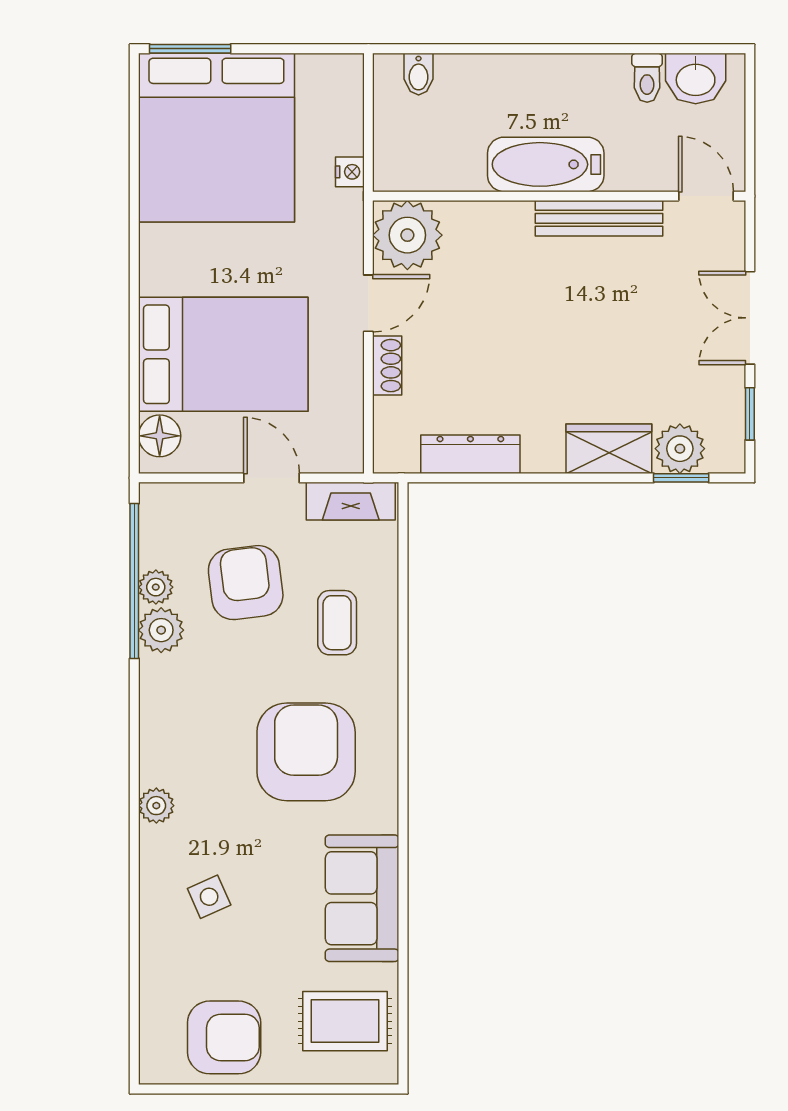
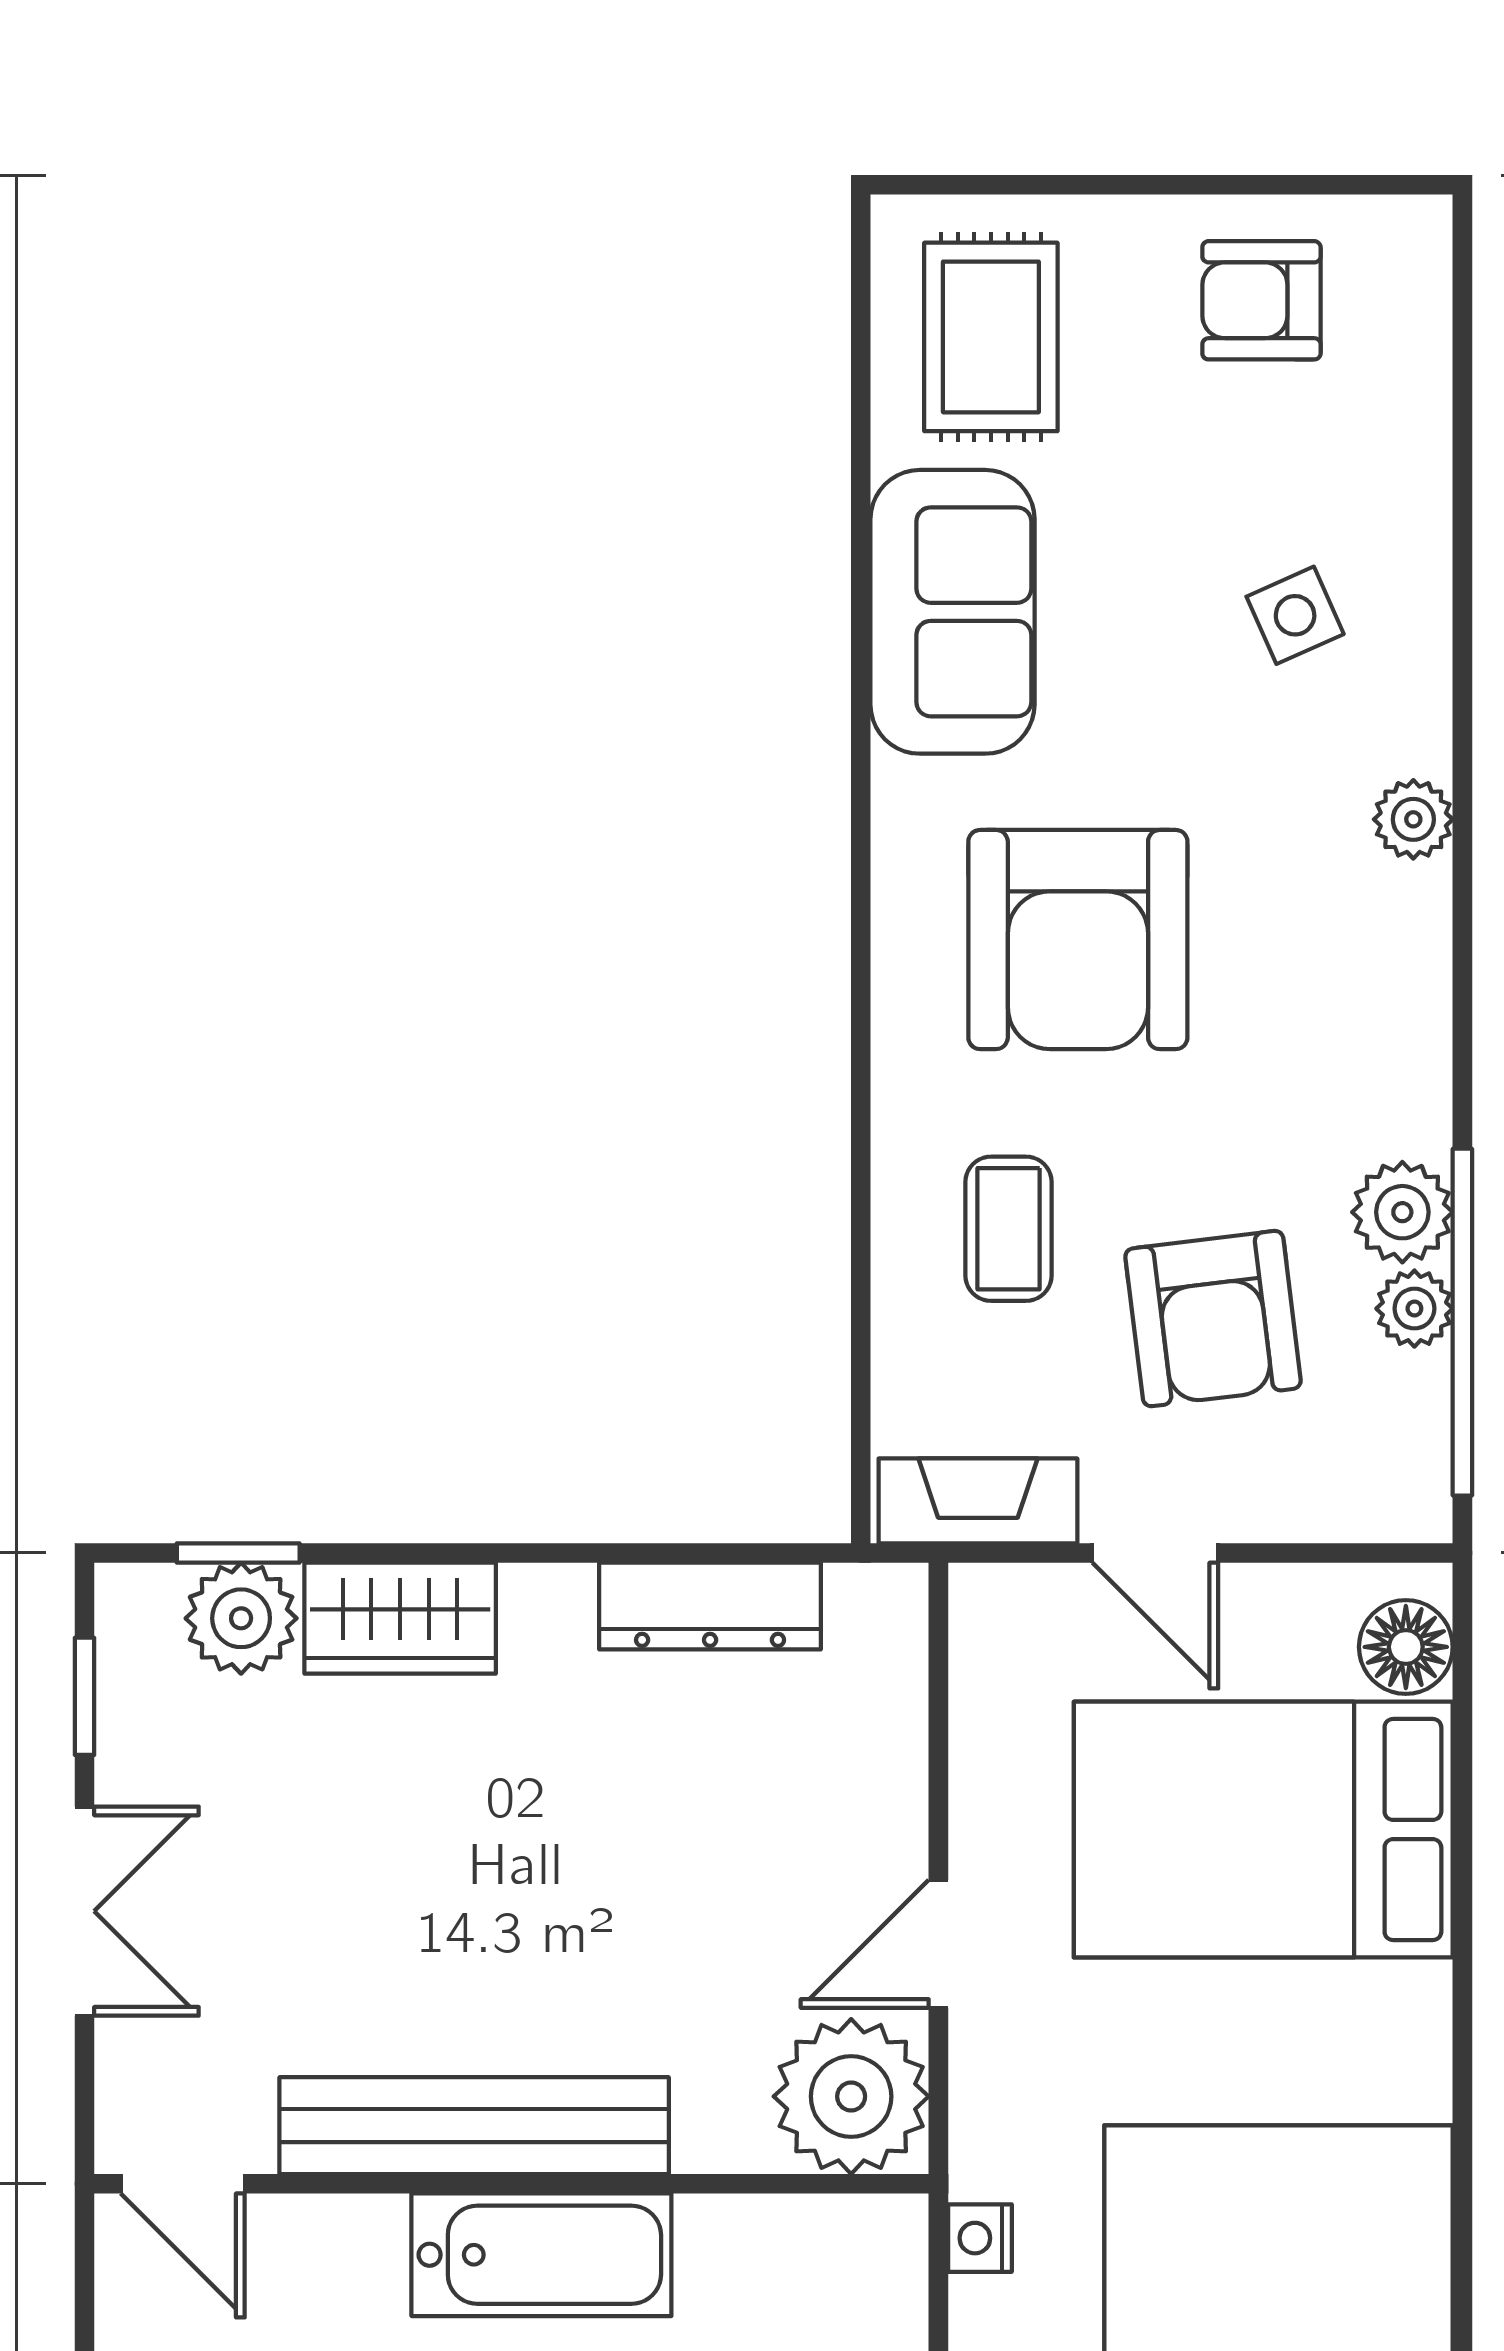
bench: (599, 218) -> (474, 2126), width x1.37, depth x1.21
shoe rack: (387, 366) -> (896, 1804), removed
rug: (345, 1021) -> (991, 337), turned 90
armchair: (224, 1037) -> (1261, 300), width x0.72, depth x0.72

